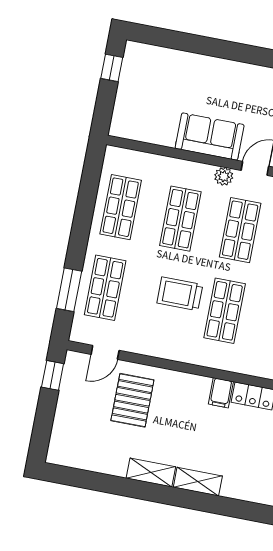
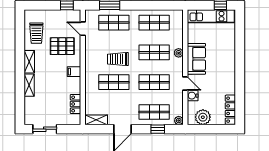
kitchen unit: (130, 91) -> (211, 16), added
plant: (224, 176) -> (179, 53), moved
trolley: (180, 294) -> (118, 59), turned -90
filing cabinet: (221, 393) -> (74, 72), moved
trolley: (96, 447) -> (36, 33), added

